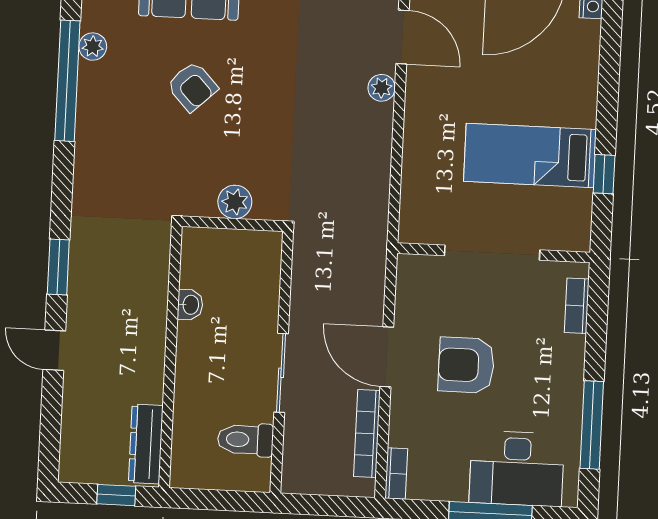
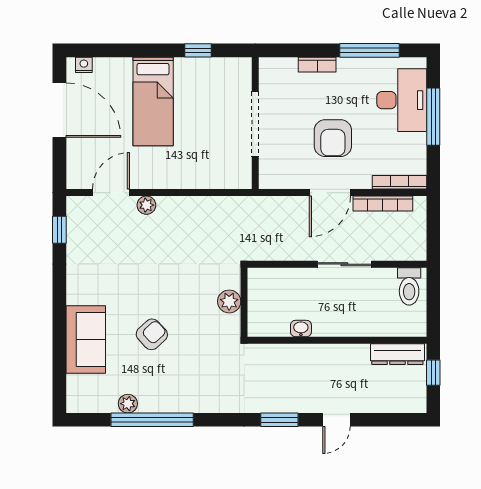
bed: (530, 155) -> (153, 102), moved
bookcase: (577, 306) -> (317, 65), moved
toilet: (245, 440) -> (409, 286), moved
bookcase: (396, 474) -> (399, 182), width x1.56

